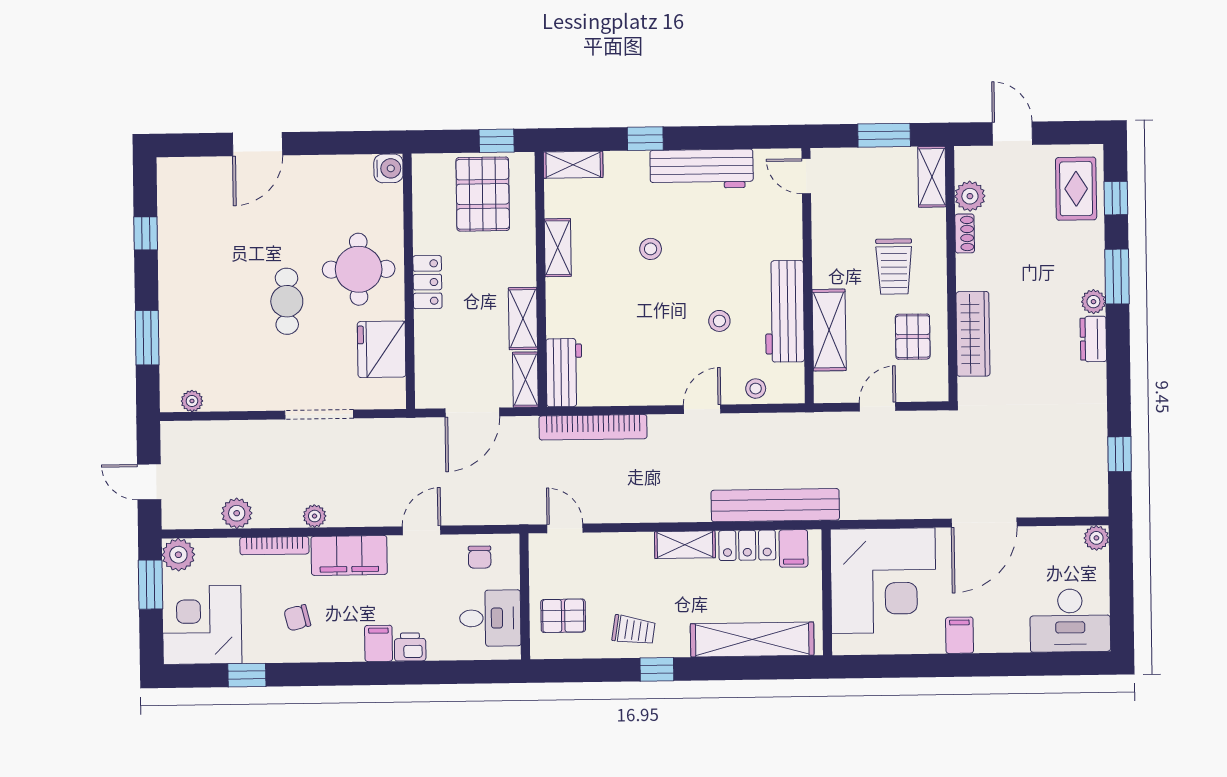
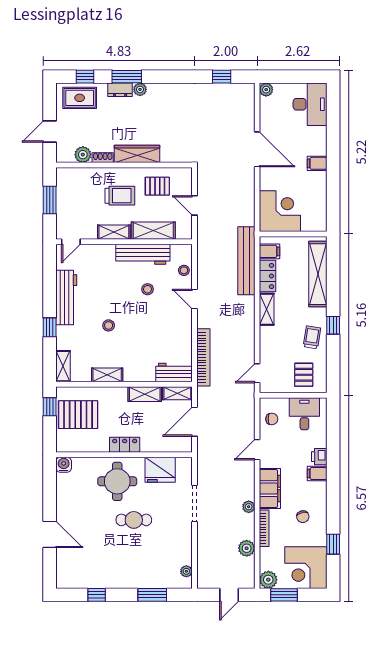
shelving: (932, 177) -> (114, 232), moved
wardrobe: (973, 334) -> (137, 154), moved
dresser: (1093, 339) -> (120, 90), moved
door: (472, 412) -> (194, 422), swing flipped
door: (422, 530) -> (257, 450), hinge flipped
corner desk: (883, 581) -> (280, 211), width x0.74, depth x0.74

